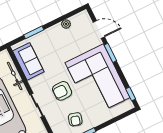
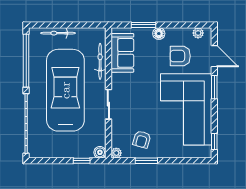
plant: (66, 24) -> (198, 33), moved
floor lamp: (49, 33) -> (159, 34), added
armchair: (62, 91) -> (180, 56), moved

